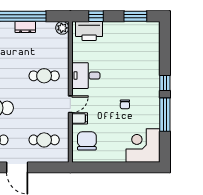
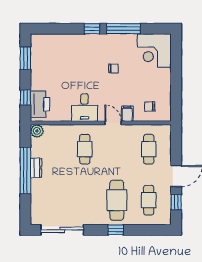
chair: (87, 141) -> (150, 106), width x0.54, depth x0.54

